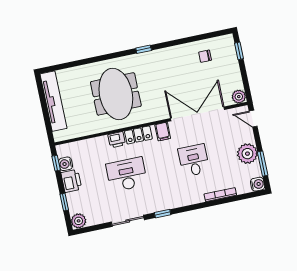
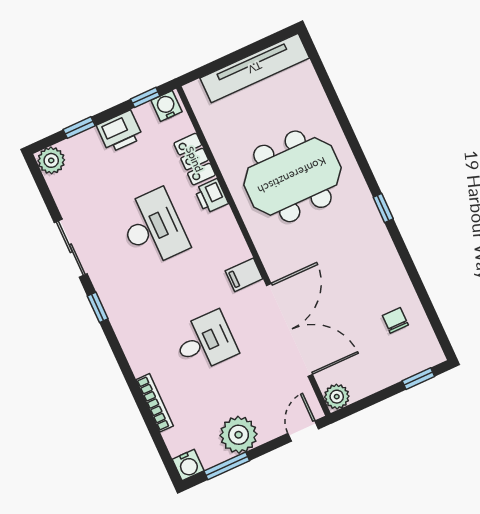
locker: (138, 135) -> (195, 159), moved
water cooler: (66, 164) -> (166, 106), moved

